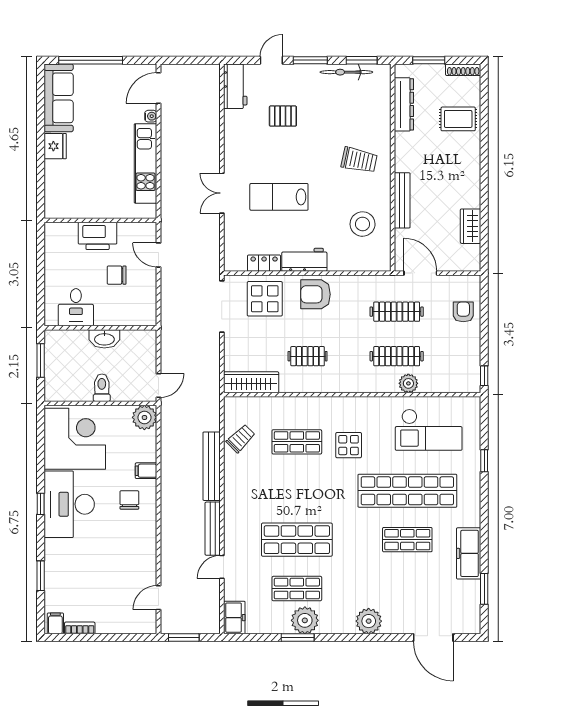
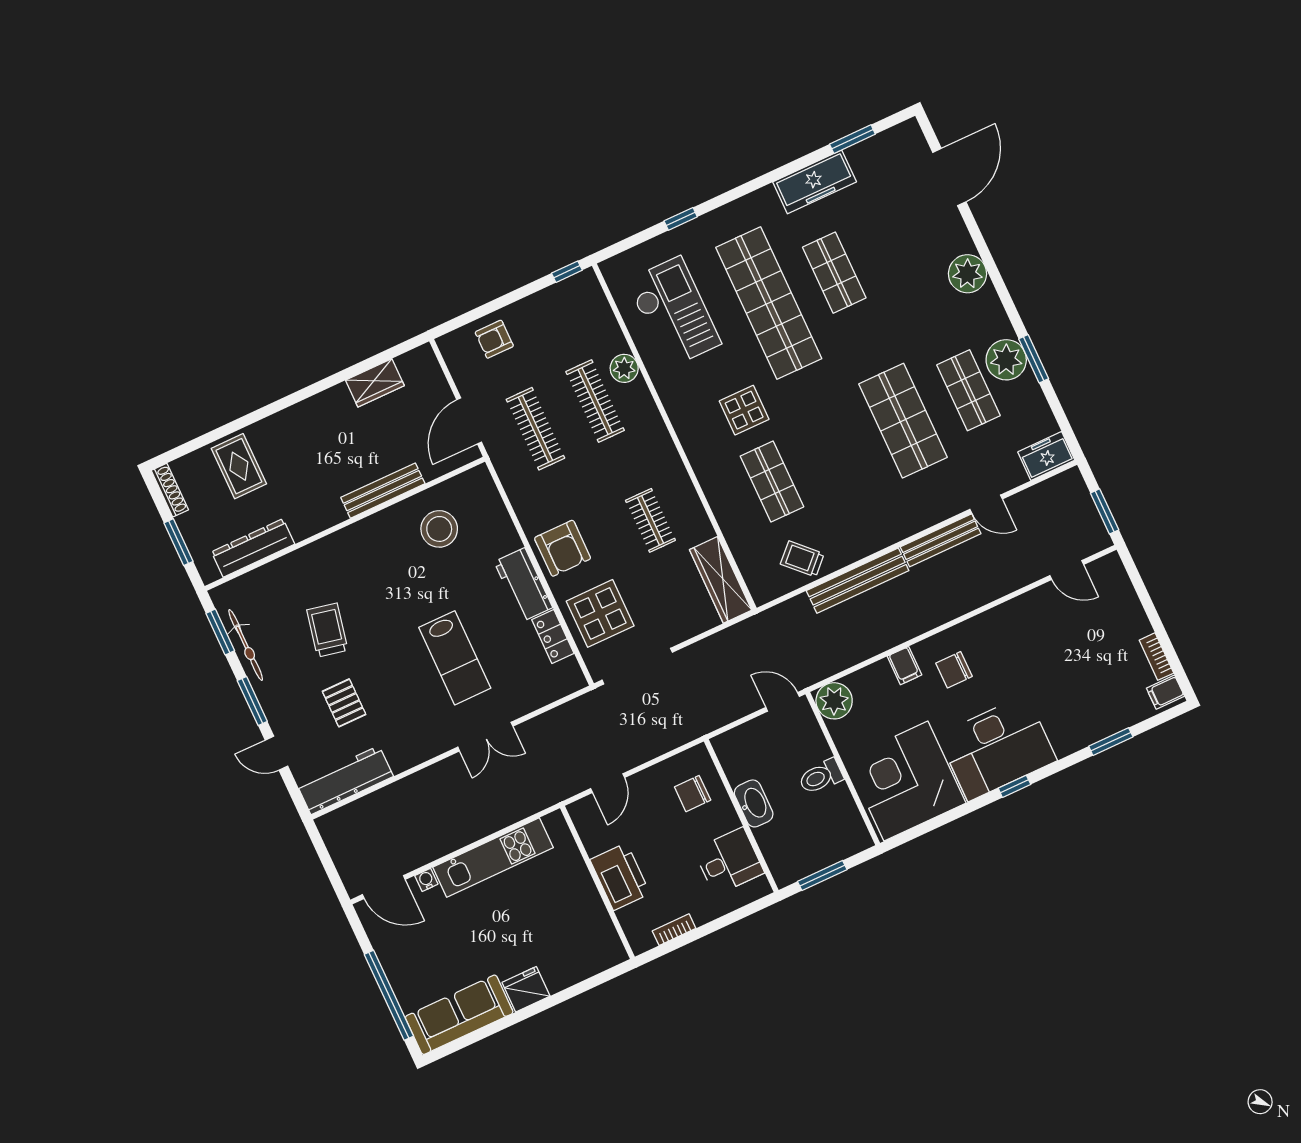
workbench: (235, 86) -> (345, 780), width x1.38
trolley: (359, 160) -> (327, 630), moved
bookcase: (50, 254) -> (674, 930), added
chair: (117, 275) -> (693, 794), moved, turned 90

